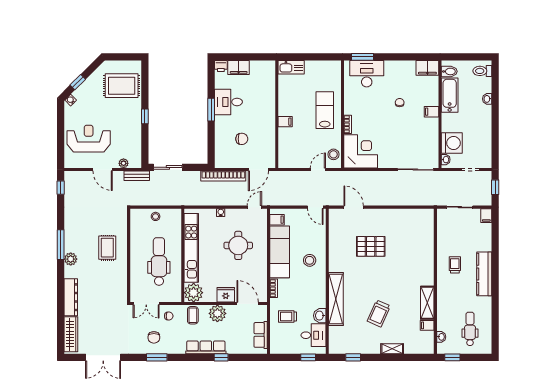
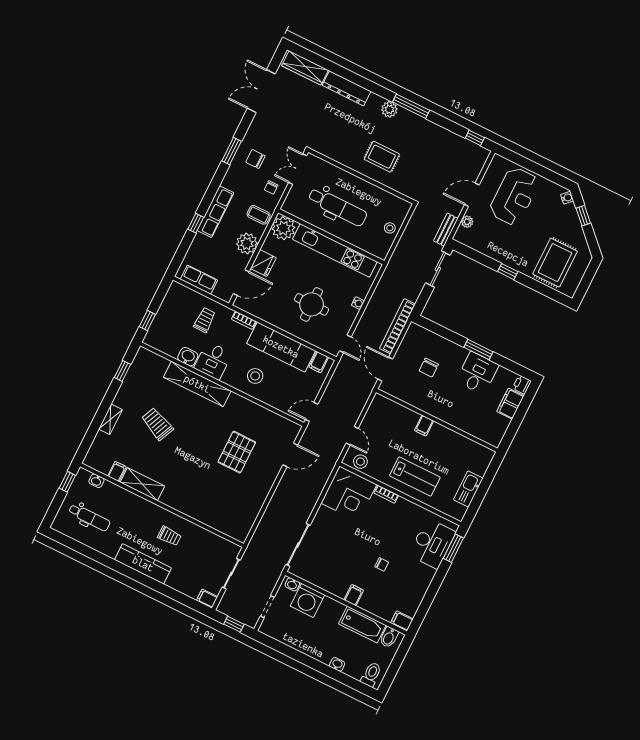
kitchen sink: (291, 67) -> (468, 489), moved
filing cabinet: (427, 68) -> (402, 621), width x0.50
desk: (313, 335) -> (213, 361), moved

